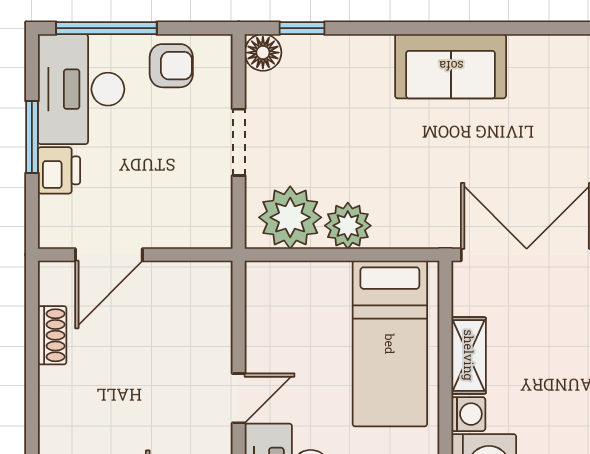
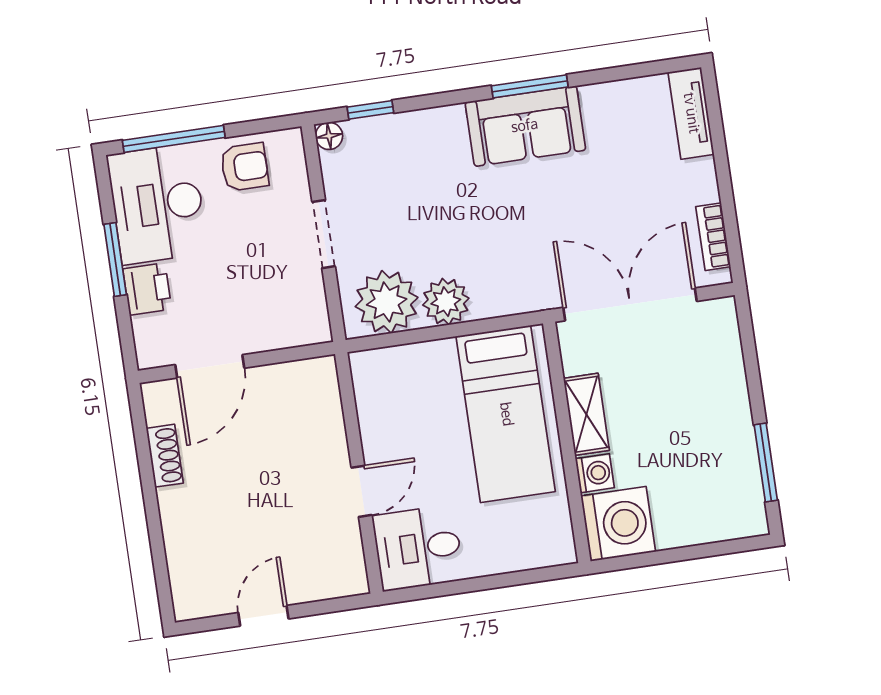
window: (460, 28) -> (530, 86), added
floor lamp: (263, 53) -> (329, 136), width x0.73, depth x0.73

